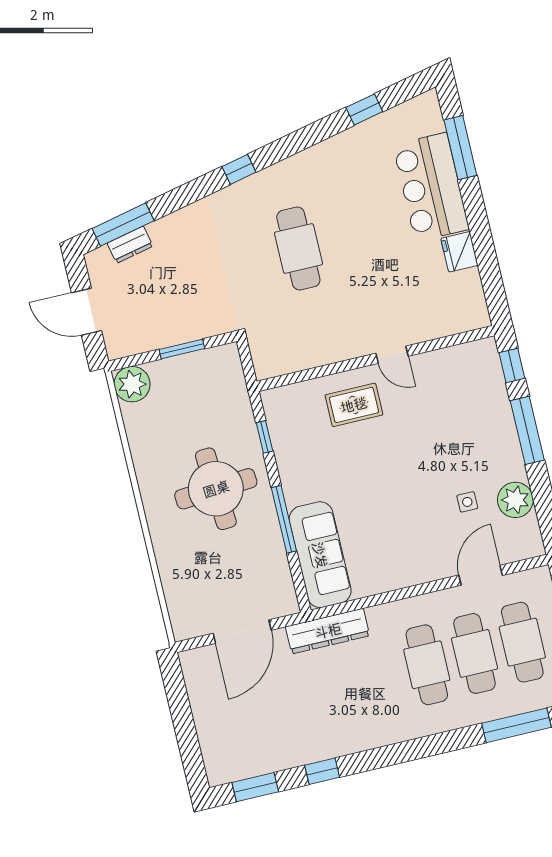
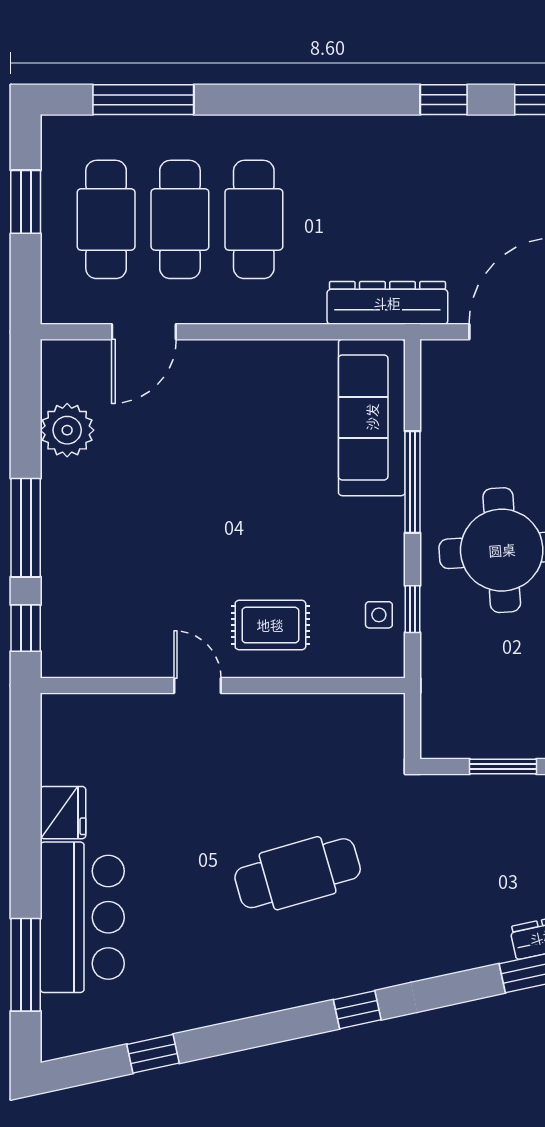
cafe table: (298, 248) -> (298, 873), turned 74
side table: (467, 502) -> (379, 615), moved

